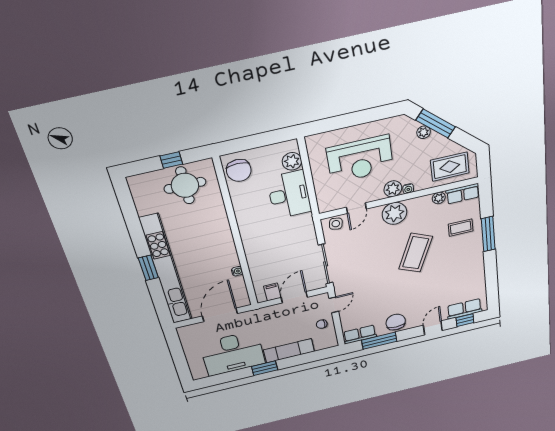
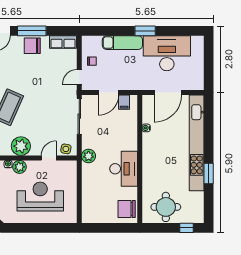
window: (171, 160) -> (187, 228), moved
plant: (292, 161) -> (89, 156), moved
chair: (239, 170) -> (127, 209), turned -90
desk: (289, 195) -> (124, 169), moved, turned 180
window: (148, 268) -> (209, 173), moved
chair: (396, 322) -> (32, 46), turned 90
window: (379, 341) -> (32, 31), moved

